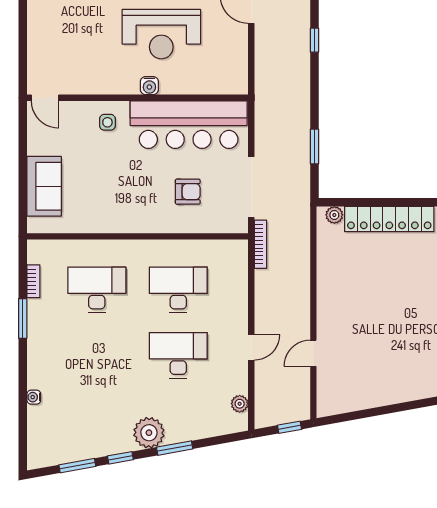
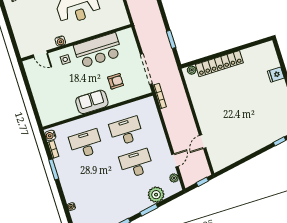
water cooler: (149, 86) -> (60, 41), moved
door: (45, 98) -> (40, 54), moved
bar counter: (189, 125) -> (98, 50), width x0.73
sofa: (44, 186) -> (92, 102), moved, turned -90
water cooler: (36, 254) -> (50, 135), added
door: (251, 347) -> (175, 160), moved
plant: (149, 433) -> (156, 195), moved

